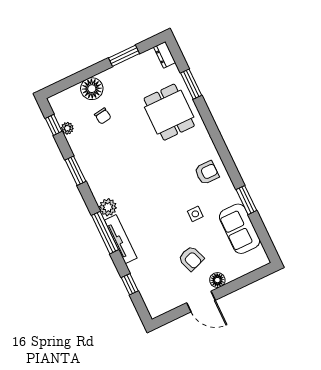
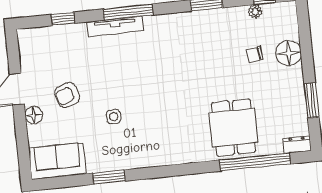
window: (191, 84) -> (255, 162), width x2.11
dining table: (169, 112) -> (233, 128), turned 90
armchair: (207, 173) -> (154, 145), removed
plant: (108, 207) -> (154, 25), removed
sofa: (240, 229) -> (57, 161), moved

